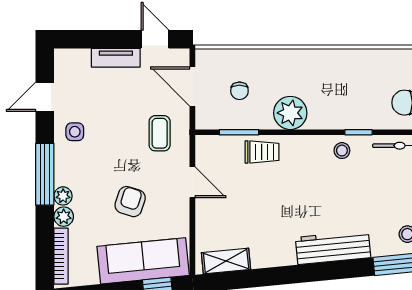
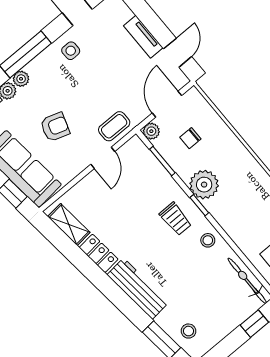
plant: (205, 120) -> (151, 131), added
window: (358, 132) -> (199, 205), moved
coffee table: (160, 133) -> (114, 126), moved
trolley: (262, 152) -> (175, 219), moved
locker: (273, 256) -> (99, 253), added

